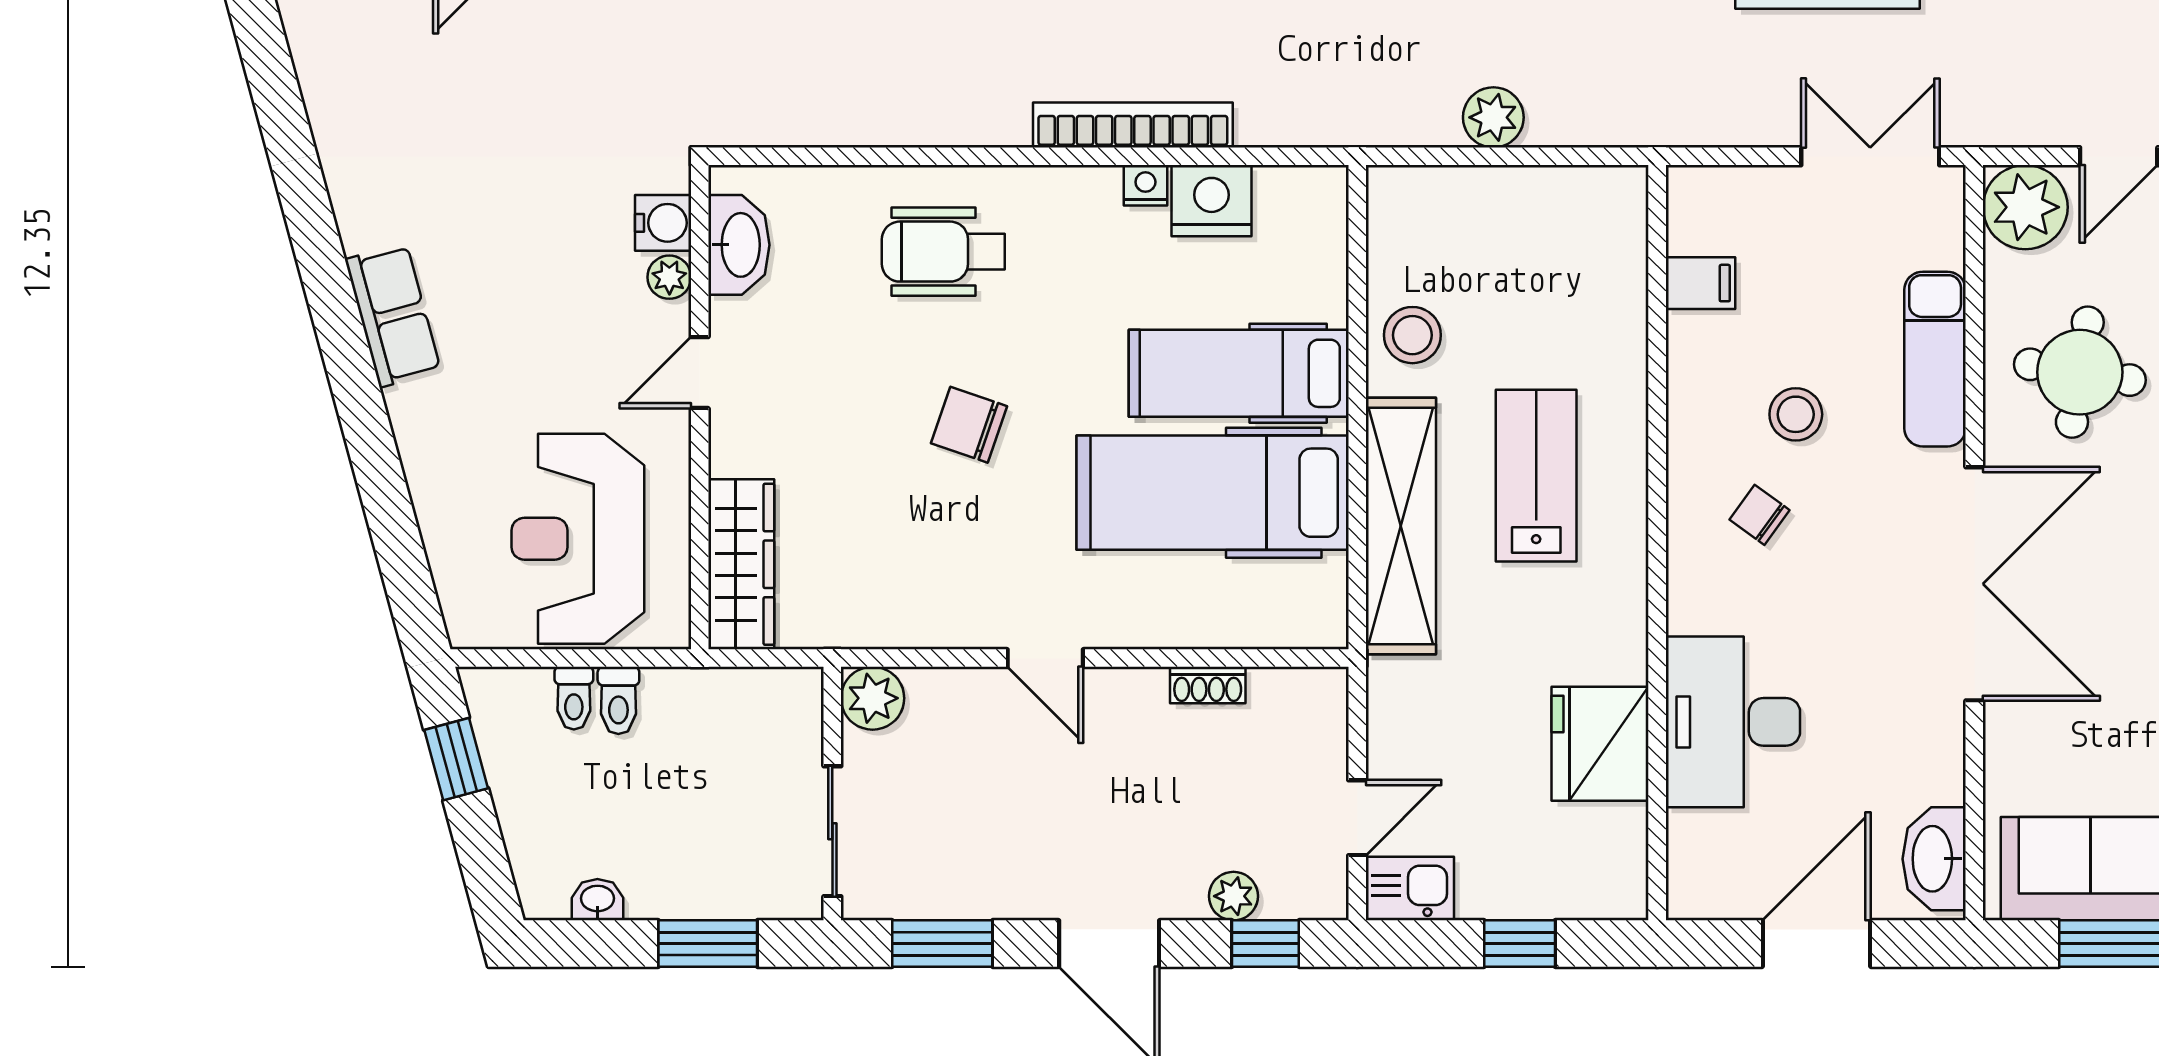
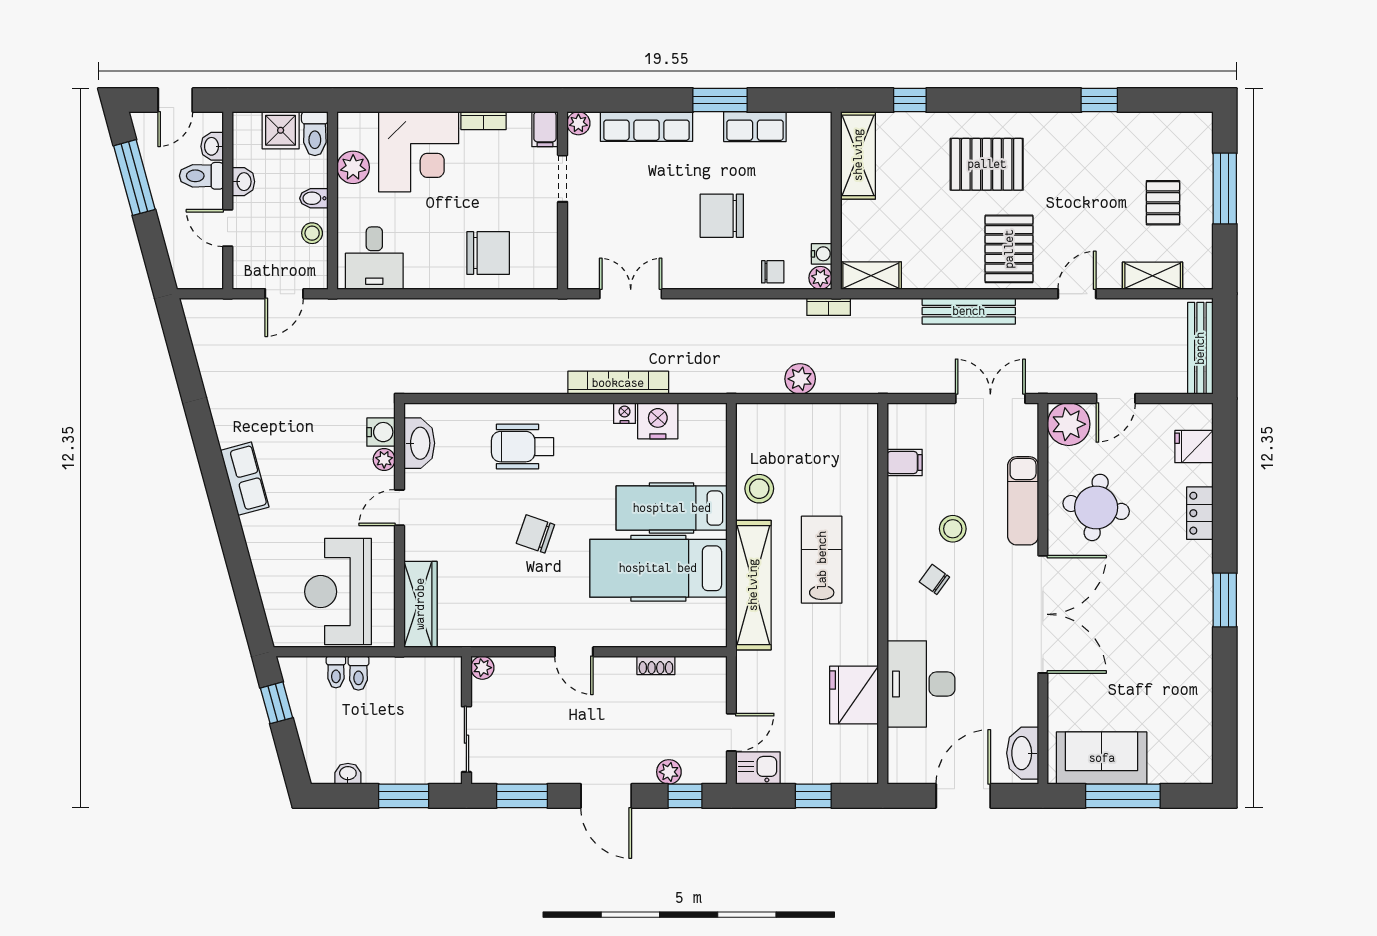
plant: (873, 698) -> (482, 668), width x0.73, depth x0.73

